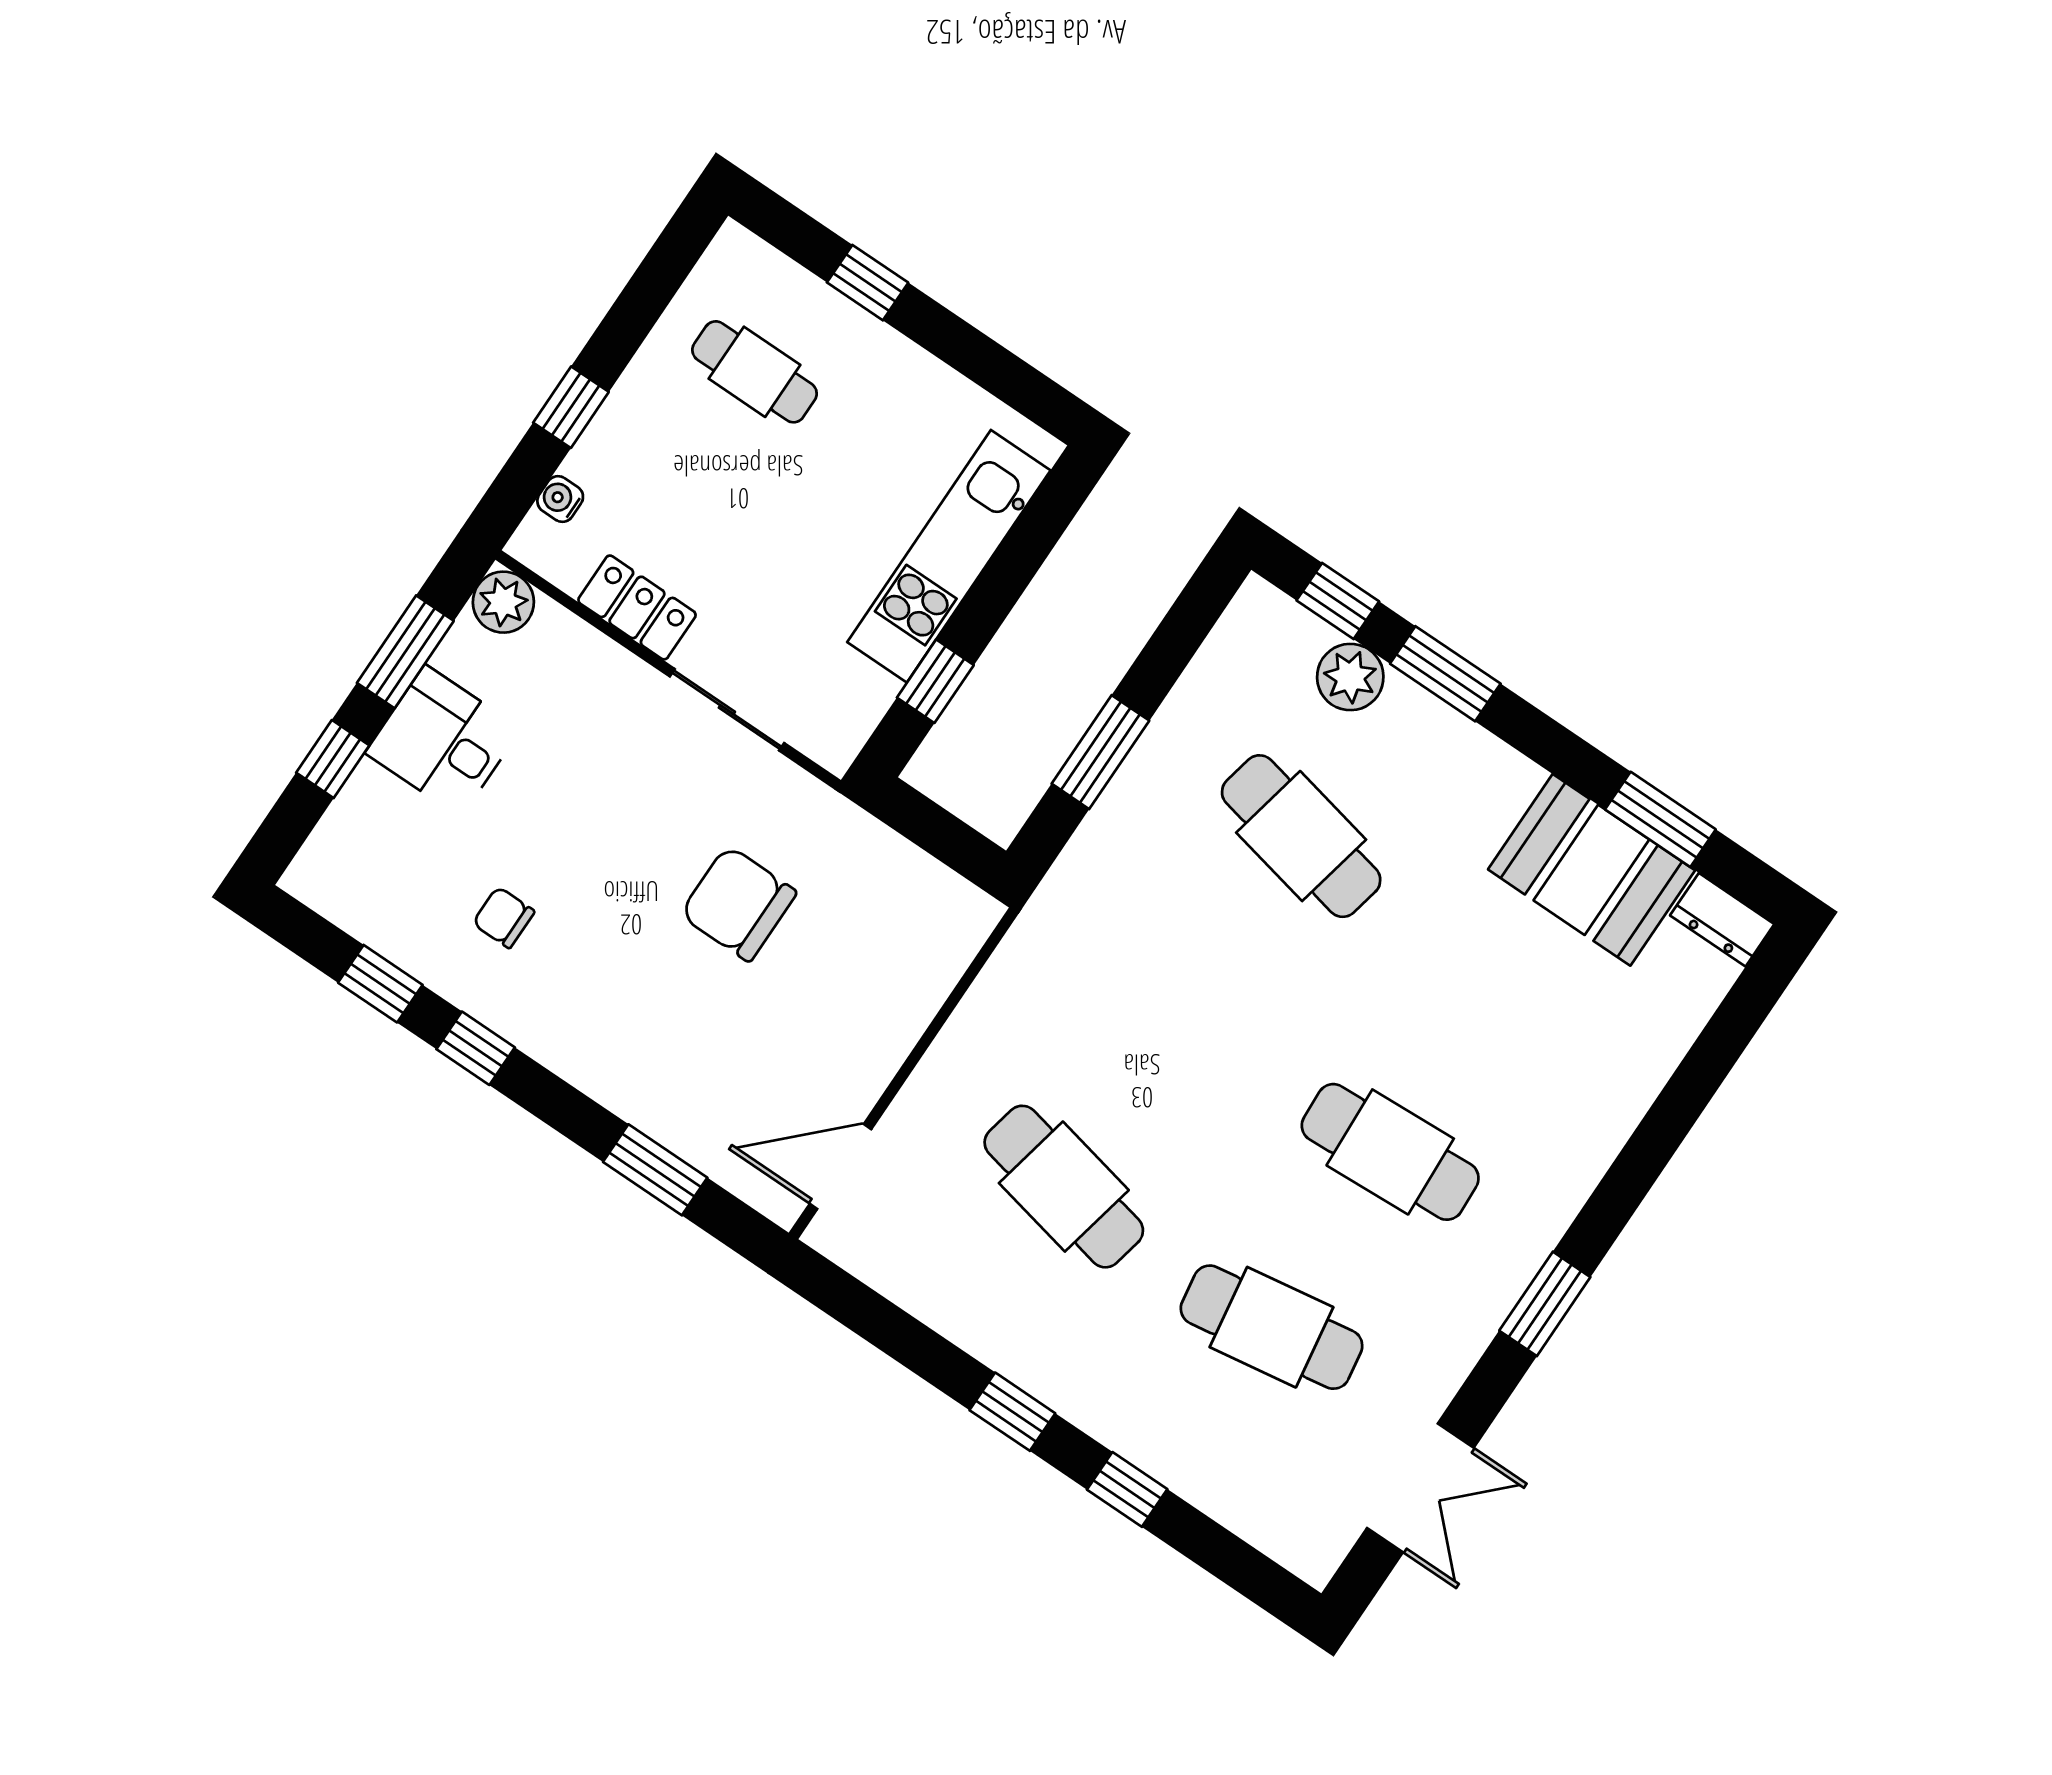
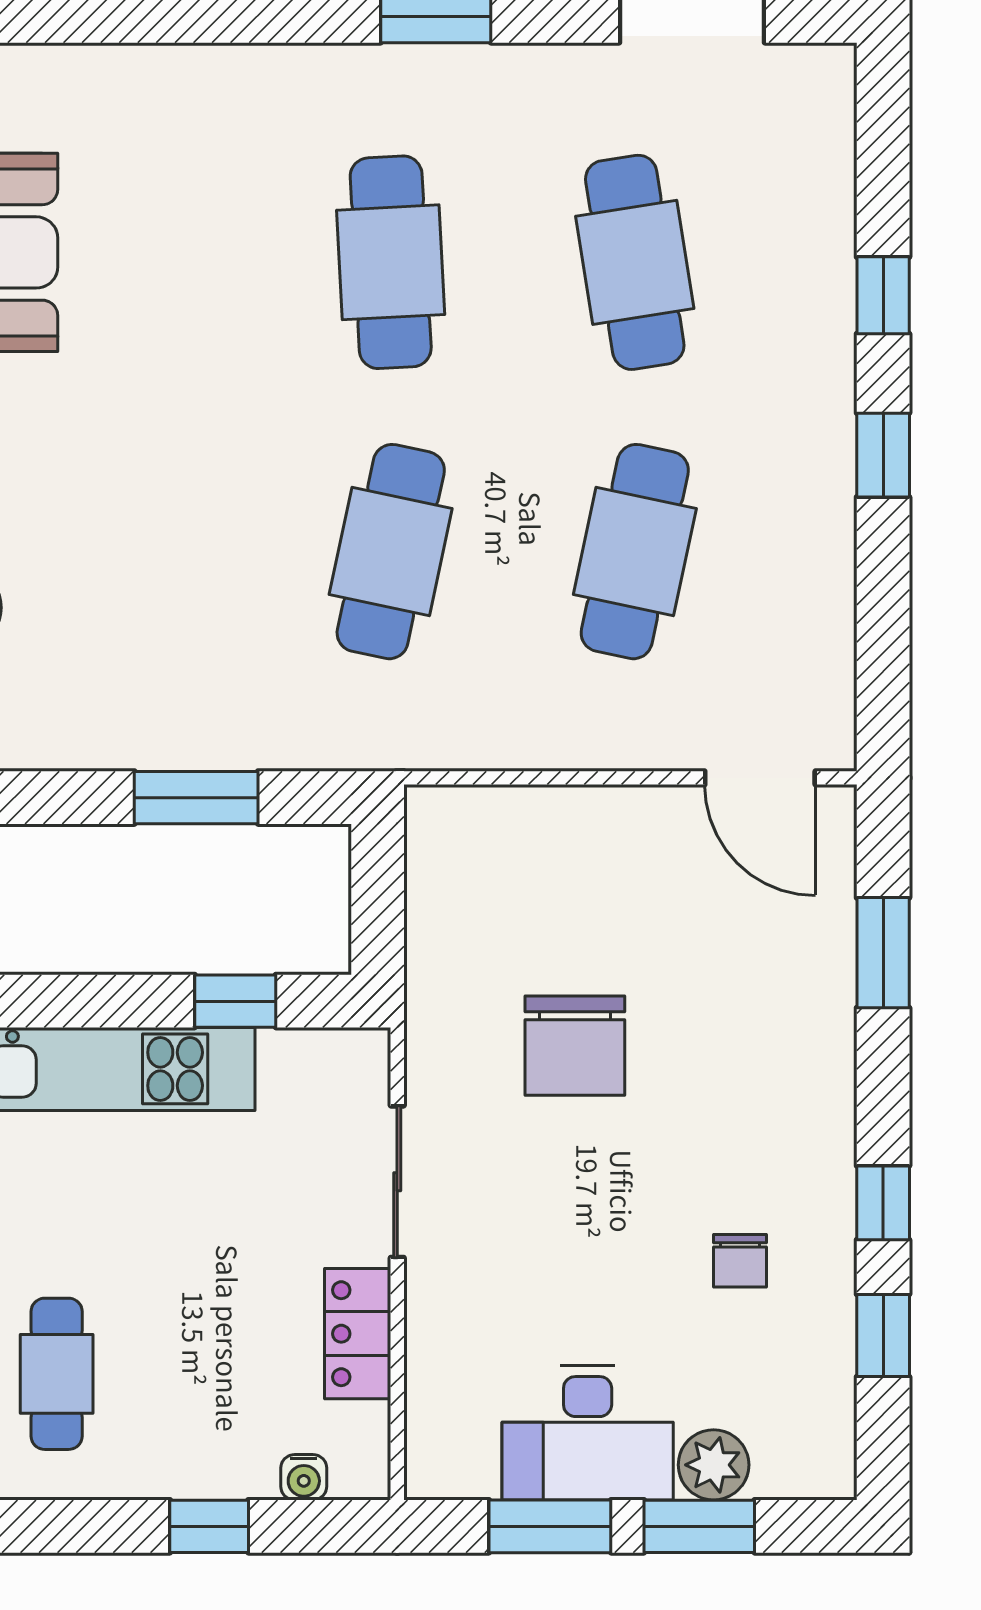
plant: (503, 602) -> (714, 1465), moved
desk: (443, 741) -> (588, 1433), width x1.37
window: (333, 759) -> (699, 1526), width x1.50
cafe table: (1301, 836) -> (391, 552), moved

